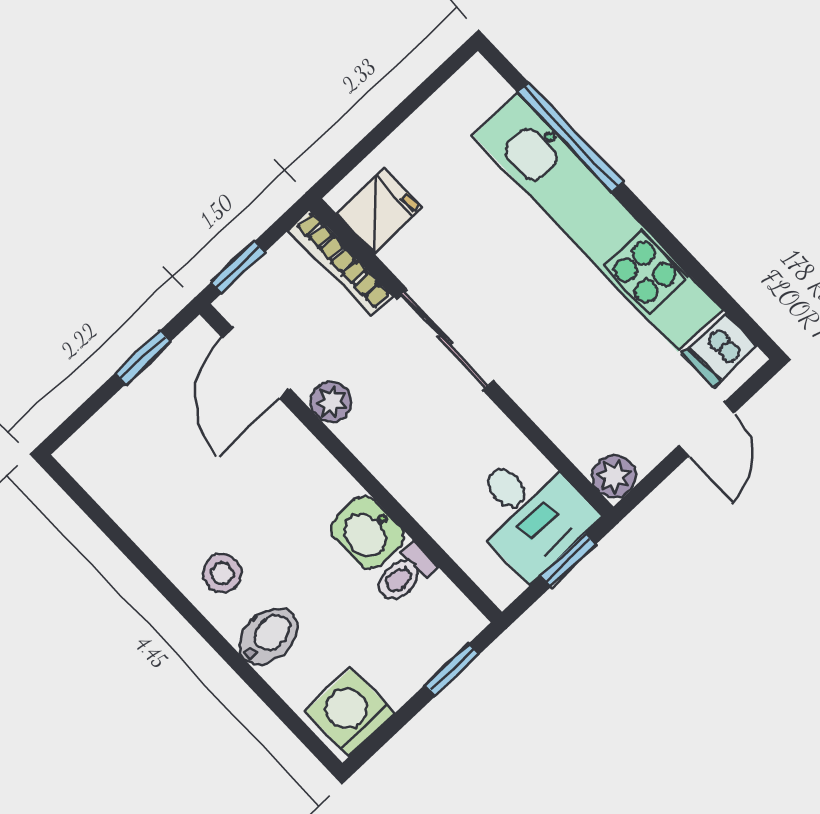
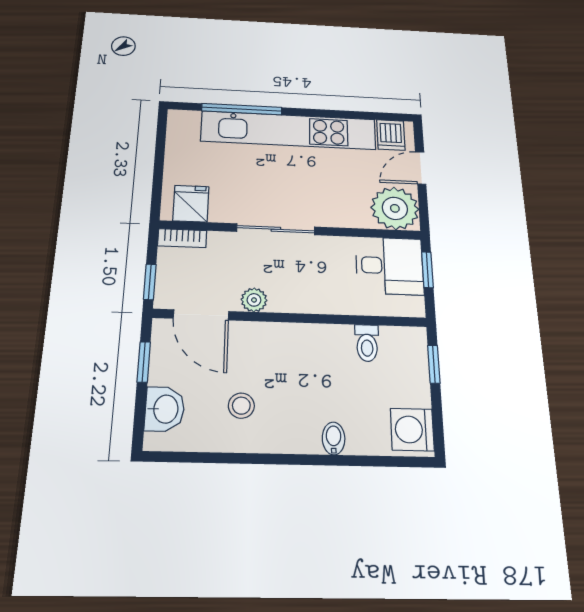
bookcase: (341, 263) -> (182, 238), width x0.64
door: (706, 429) -> (421, 168), swing flipped
plant: (614, 476) -> (395, 208), width x1.87, depth x1.87
washbasin: (367, 533) -> (165, 409), moved, turned -90
stool: (222, 574) -> (241, 406), moved
bidet: (268, 637) -> (334, 438), width x0.72, depth x0.74

